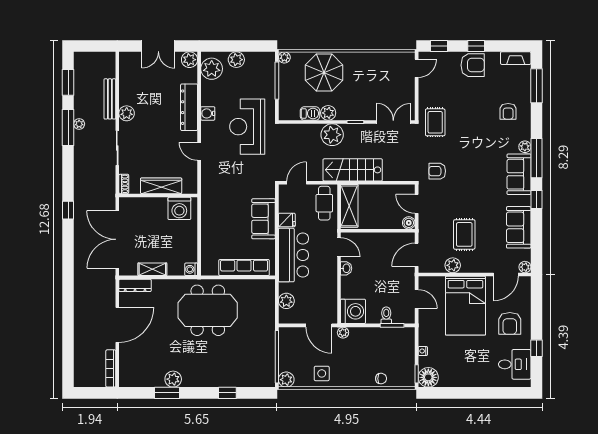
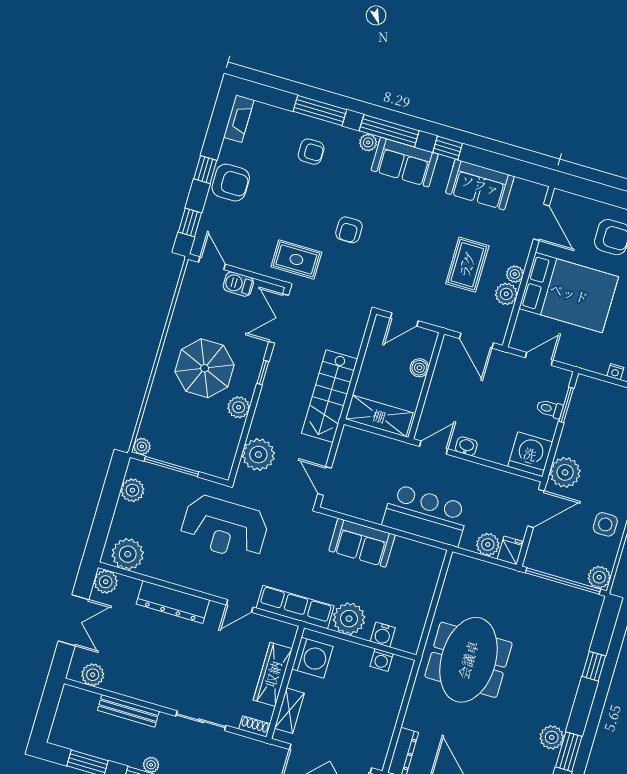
plant: (236, 60) -> (132, 490), moved
armchair: (473, 65) -> (231, 183), turned 90
parasol: (324, 73) -> (205, 368), moved
window: (536, 86) -> (320, 111), moved
plant: (127, 113) -> (93, 675), moved
water cooler: (208, 113) -> (383, 635), moved
barbecue: (310, 113) -> (238, 284), moved, turned -90
plant: (332, 135) -> (258, 455), moved
armchair: (437, 171) -> (349, 230), moved
cafe table: (324, 203) -> (365, 450), removed
fridge: (287, 220) -> (510, 550), moved
boiler: (409, 223) -> (419, 368), moved
plant: (212, 225) -> (349, 619), added
rug: (464, 234) -> (467, 265), turned 90
plant: (525, 267) -> (515, 274), moved
row of seats: (244, 268) -> (295, 607), moved, turned 90
shelving: (152, 269) -> (289, 711), moved
washing machine: (191, 269) -> (382, 660), moved
plant: (343, 333) -> (565, 472), width x1.88, depth x1.88

